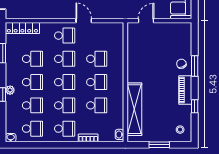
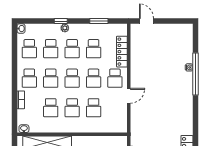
locker: (22, 28) -> (122, 52), moved

